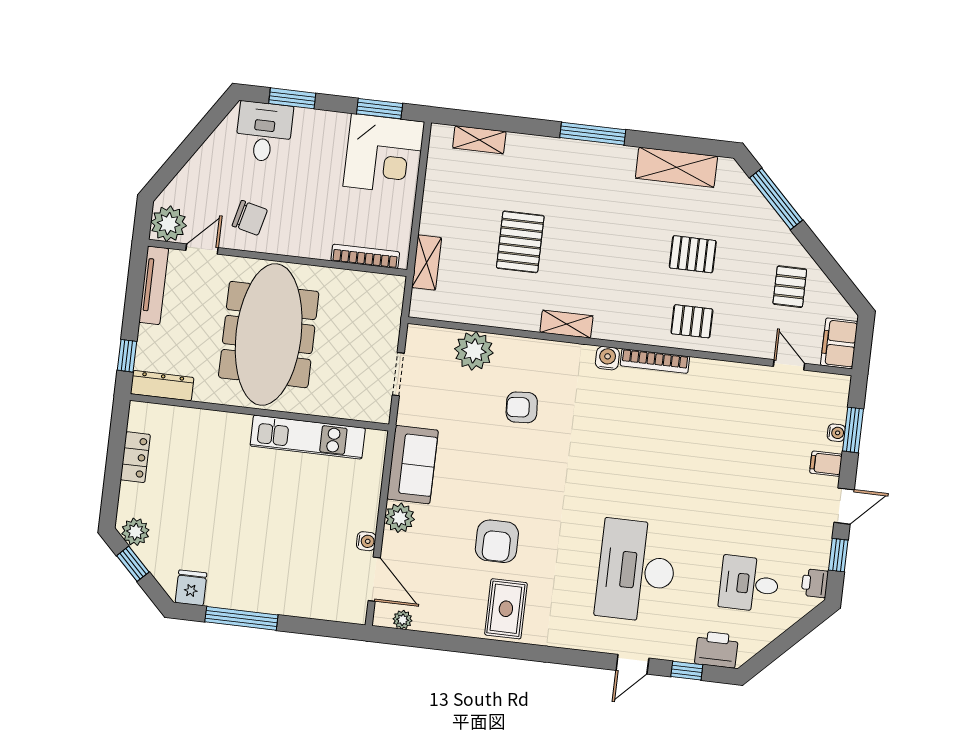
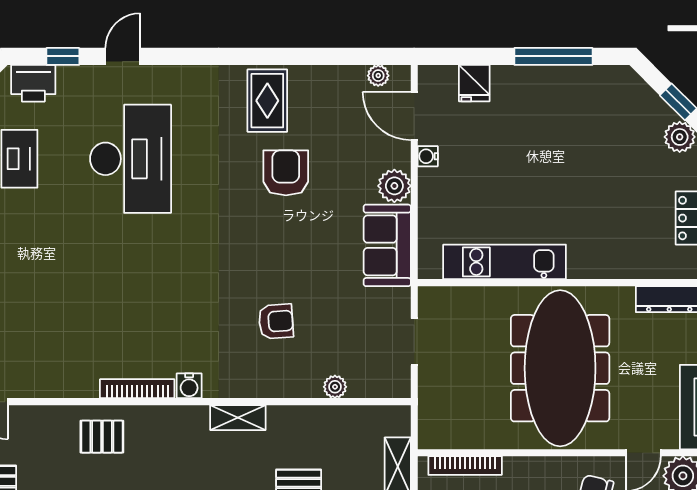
plant: (474, 351) -> (335, 387), width x0.53, depth x0.53
fridge: (191, 588) -> (474, 83), moved

